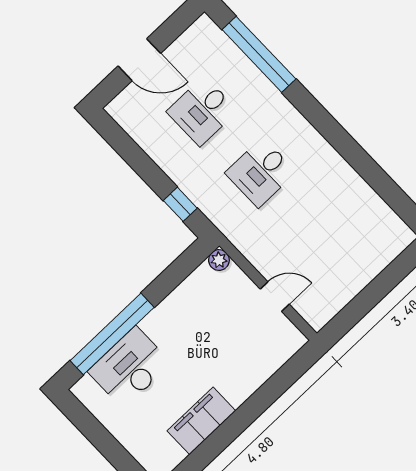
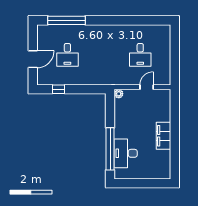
desk: (261, 172) -> (140, 55), moved
window: (180, 204) -> (58, 89), moved
filing cabinet: (201, 421) -> (164, 136), moved

